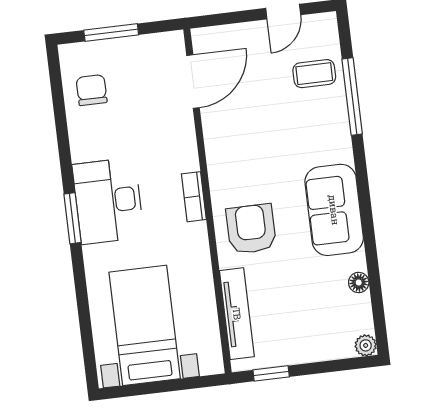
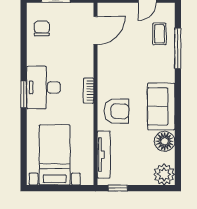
coffee table: (314, 74) -> (159, 34), turned 90
armchair: (251, 229) -> (116, 111), turned 90
floor lamp: (359, 283) -> (165, 141), width x1.89, depth x1.89
plant: (366, 345) -> (164, 174), width x1.88, depth x1.88

